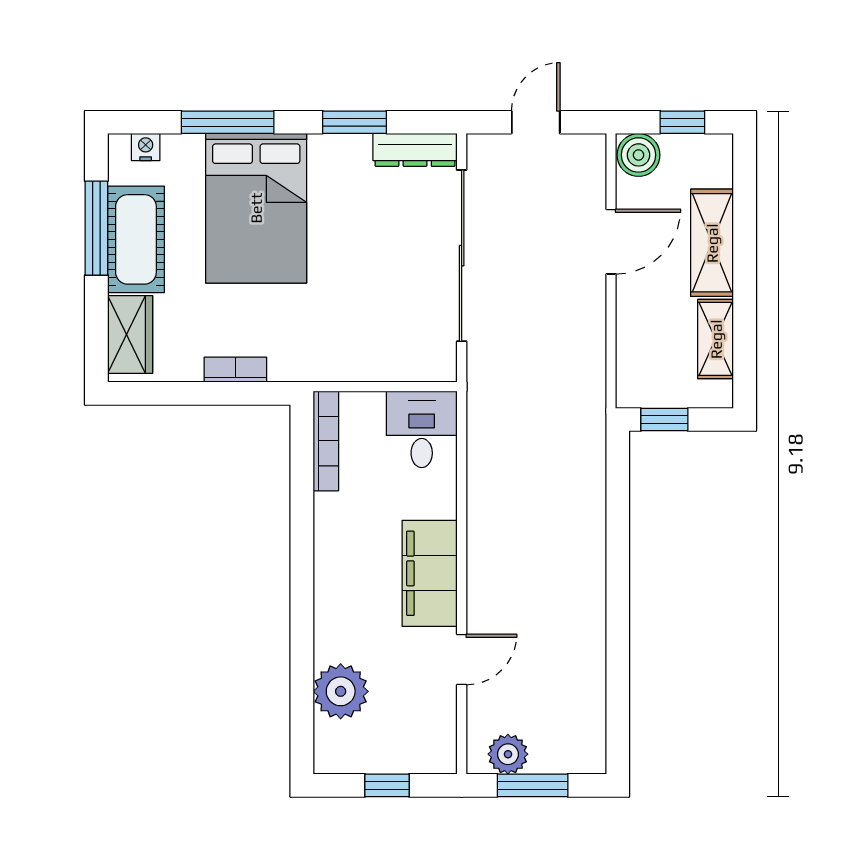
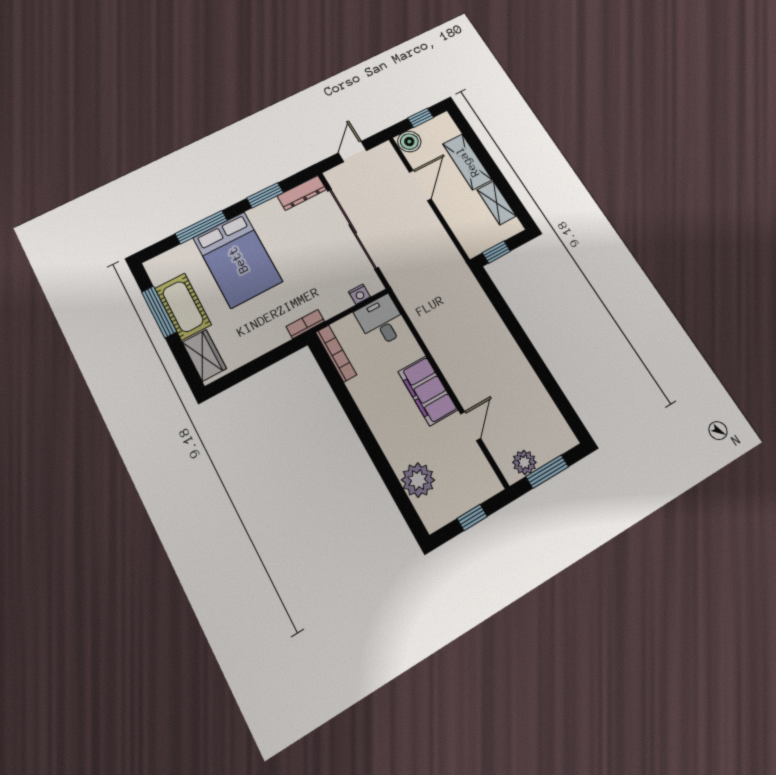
nightstand: (146, 147) -> (359, 294), moved, turned 180
bookcase: (235, 370) -> (305, 324), moved

